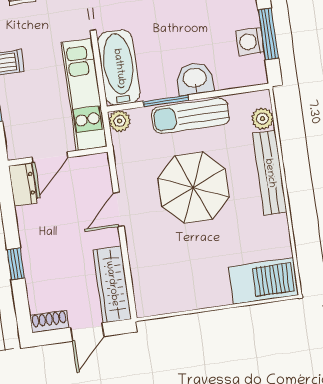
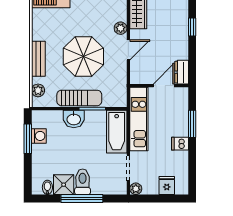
plant: (120, 121) -> (121, 28), moved
bench: (270, 173) -> (38, 59), width x0.73

